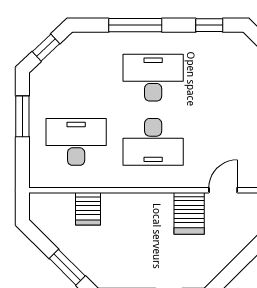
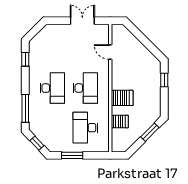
window: (135, 25) -> (25, 108), moved
desk: (153, 78) -> (52, 88), turned 180
server rack: (189, 213) -> (122, 98), moved

